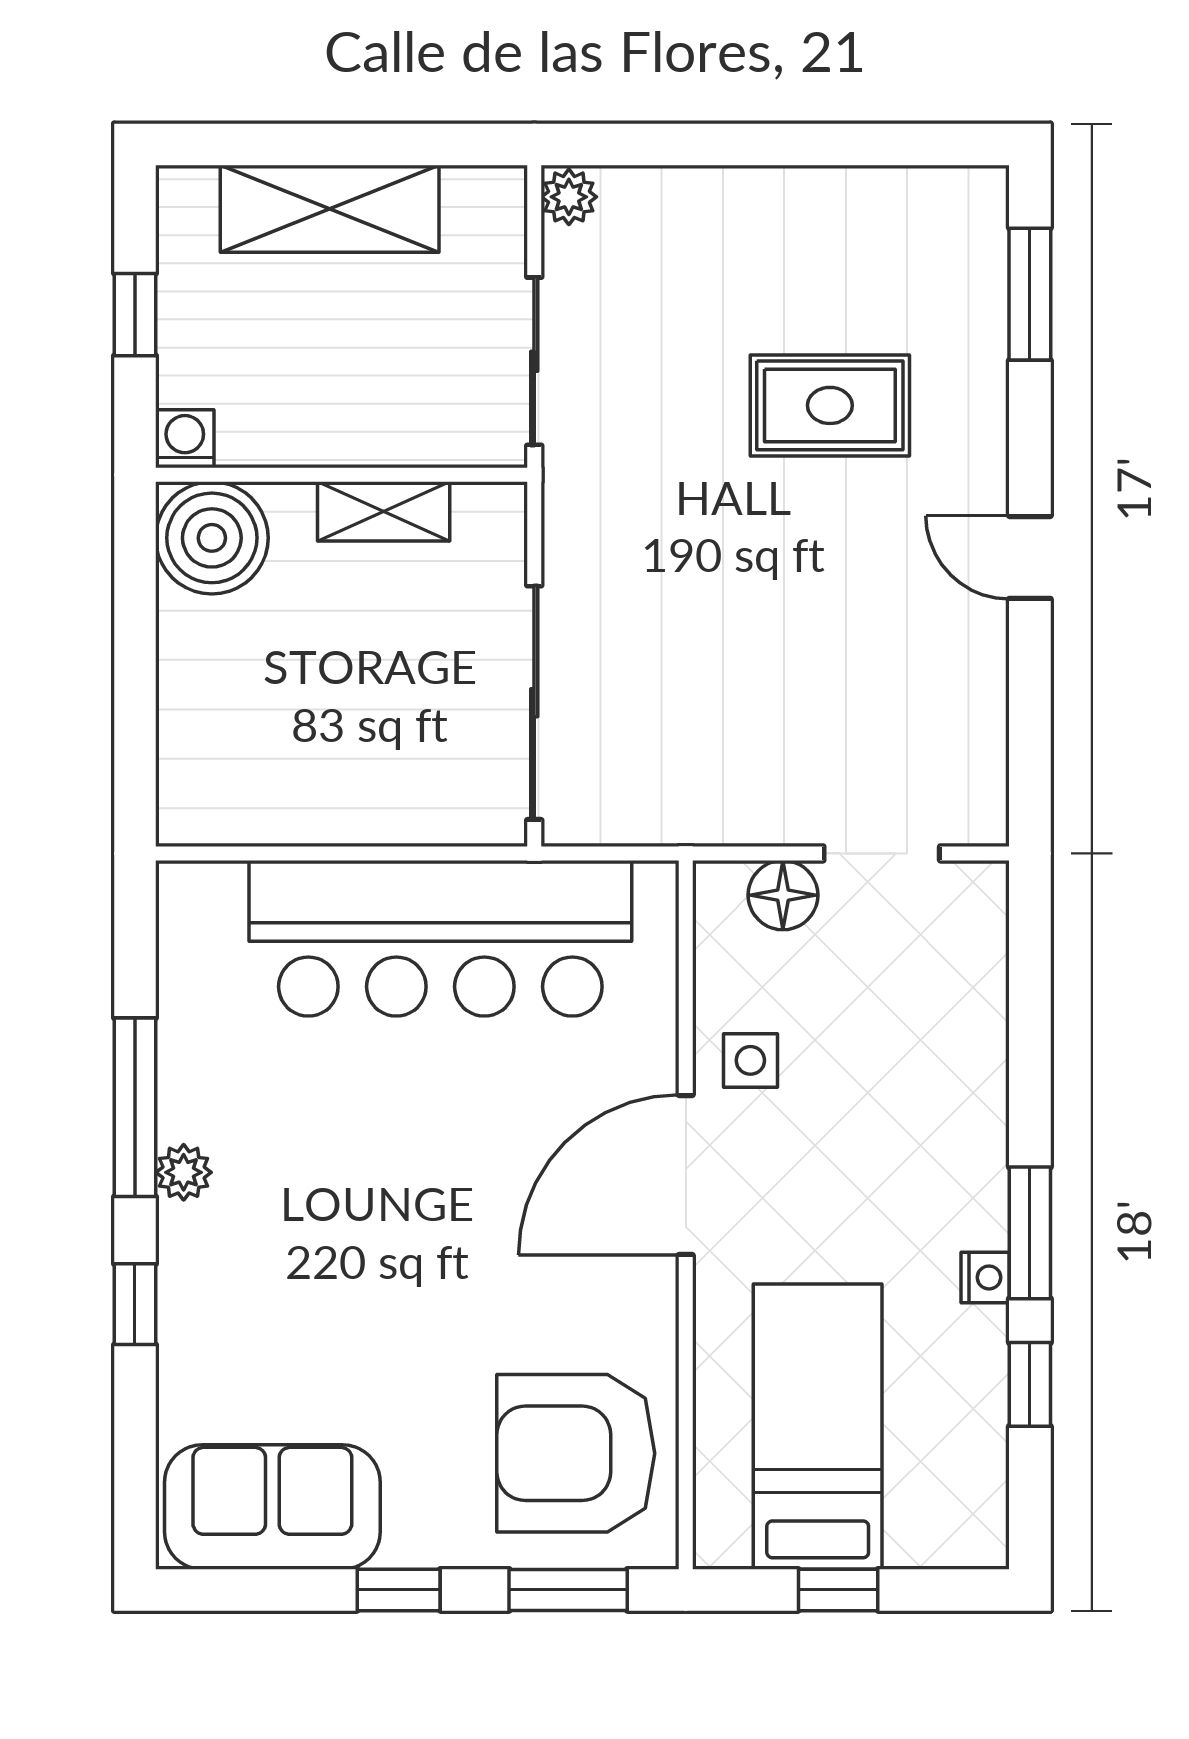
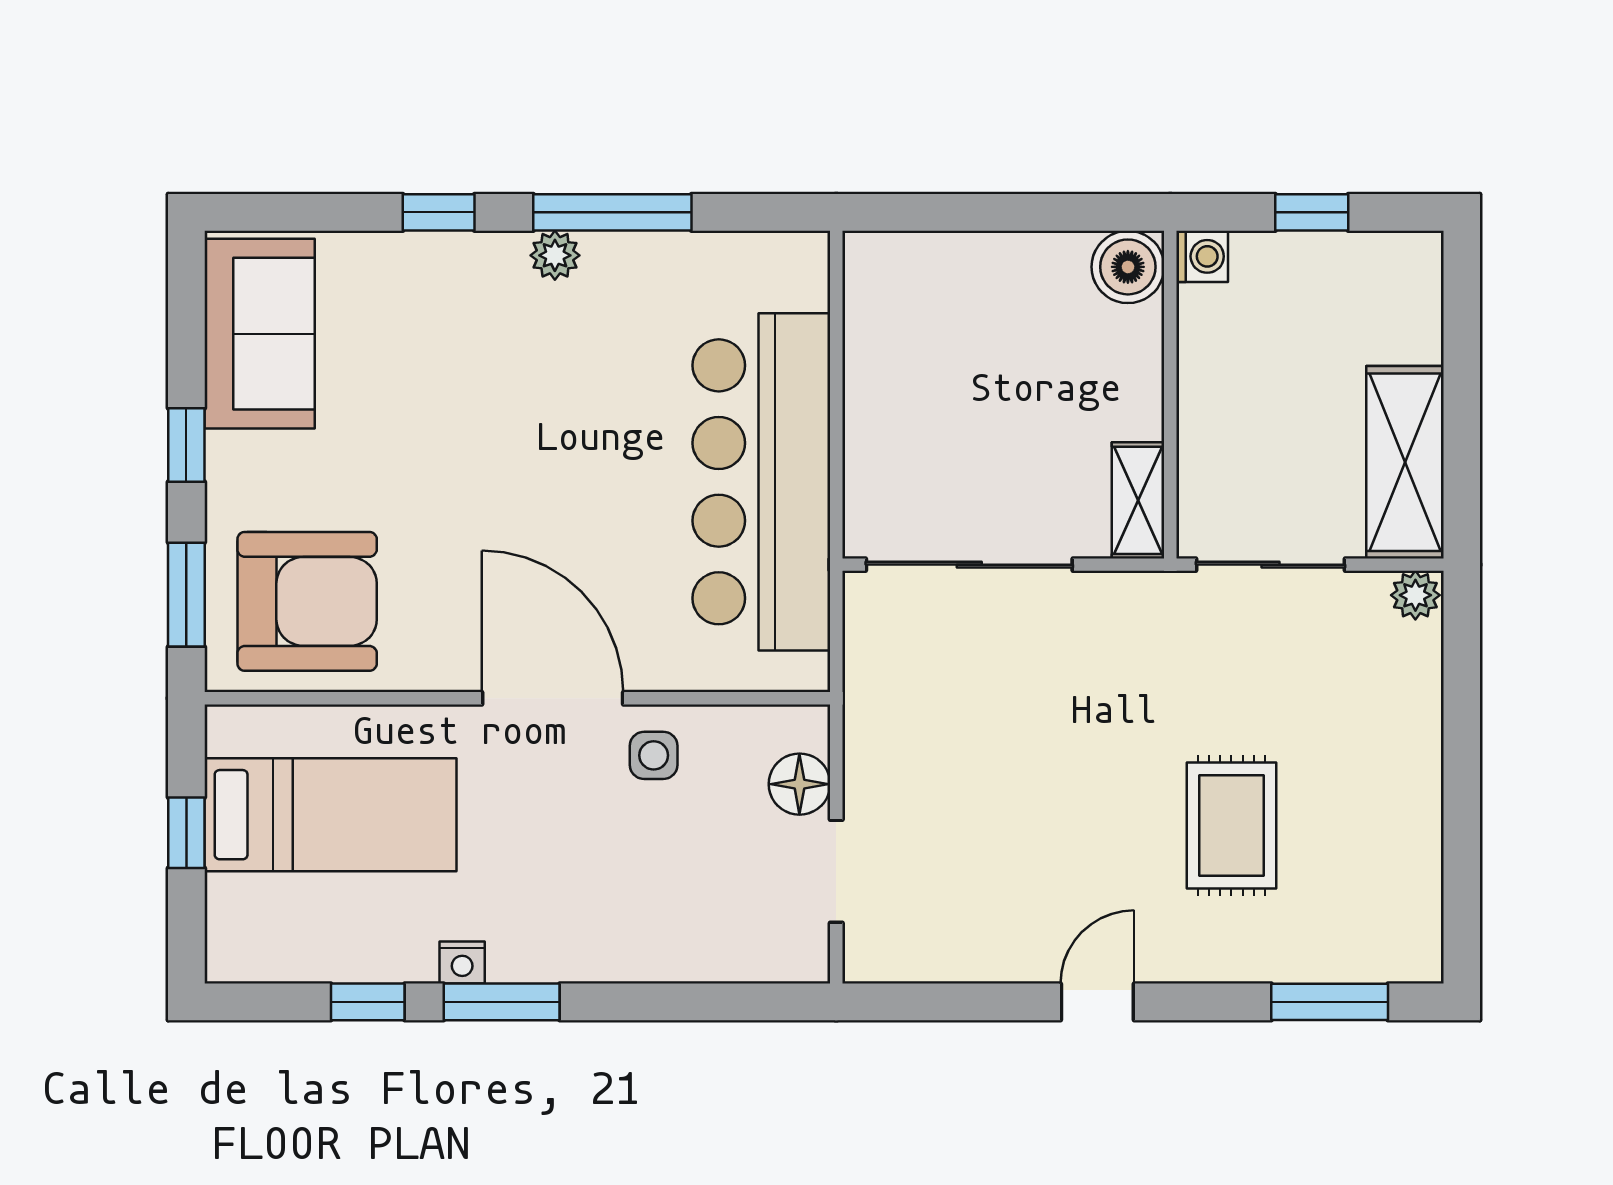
shelving: (330, 209) -> (1405, 462), moved
shelving: (384, 511) -> (1138, 500), moved
boiler: (212, 538) -> (1128, 267), width x0.73, depth x0.73
armchair: (576, 1453) -> (307, 601), turned 90

